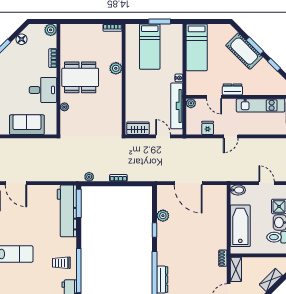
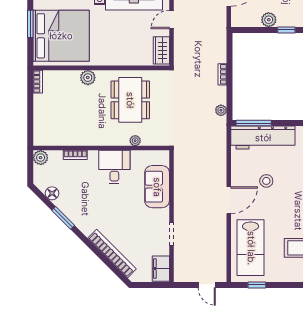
bed: (150, 47) -> (61, 36), width x2.04
dining table: (80, 77) -> (130, 100), moved
stool: (32, 214) -> (266, 181), added

